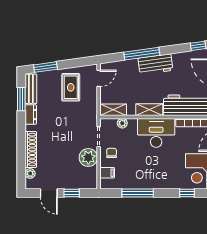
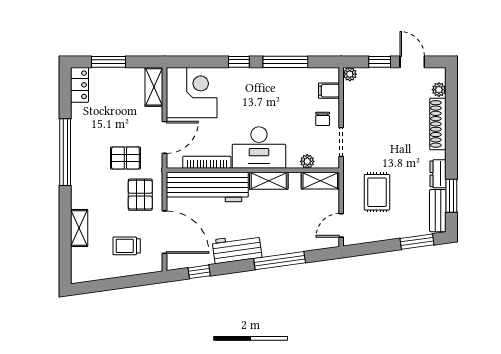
workbench: (155, 64) -> (237, 249), moved
rug: (71, 87) -> (377, 192), moved
plant: (88, 157) -> (350, 74), moved, width x0.53, depth x0.53
window: (187, 193) -> (239, 62), moved

